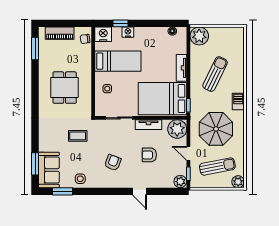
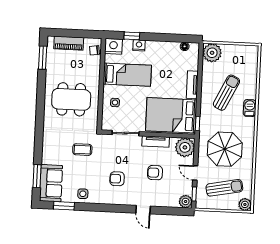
dining table: (65, 88) -> (71, 99), width x1.38
barbecue: (238, 102) -> (250, 108), moved
armchair: (113, 163) -> (117, 179), turned -111

